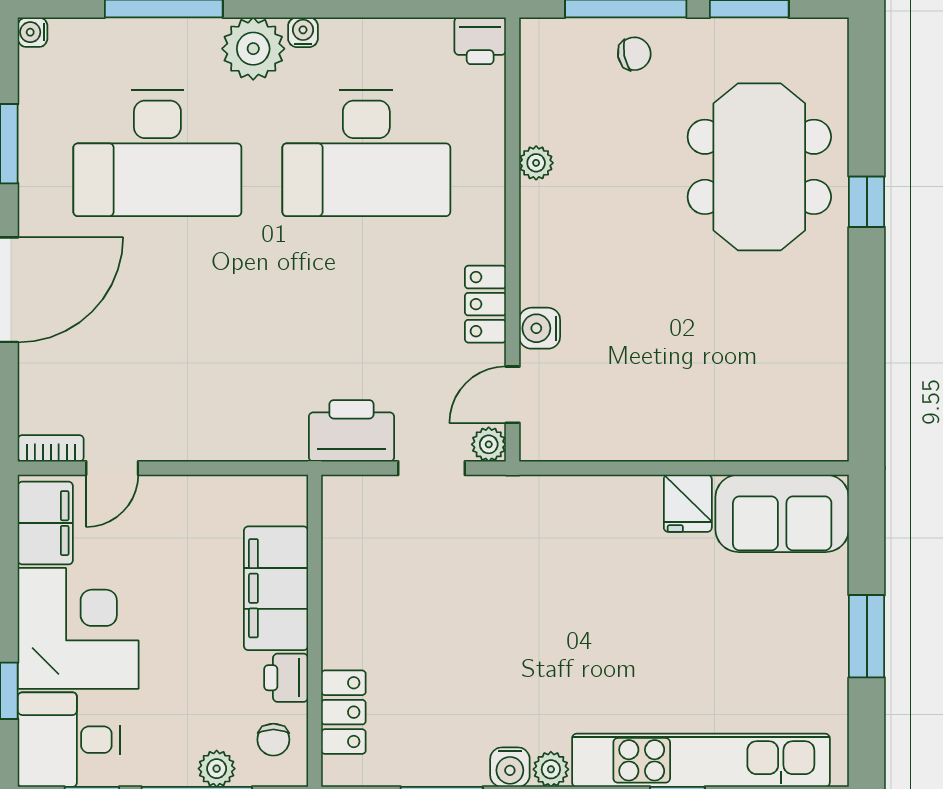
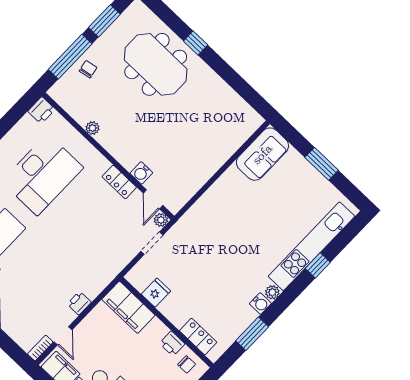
printer: (351, 431) -> (79, 303), moved, width x0.53, depth x0.68
fridge: (688, 503) -> (156, 293), moved, turned -90
filing cabinet: (276, 588) -> (128, 307), moved

